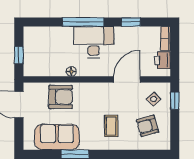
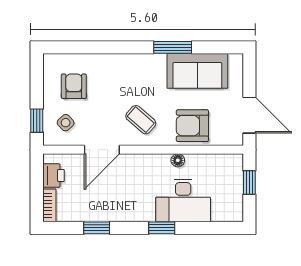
window: (83, 22) -> (162, 228), width x0.46
desk: (94, 42) -> (183, 200), moved
coffee table: (111, 126) -> (141, 120), moved, turned -49
armchair: (148, 126) -> (74, 86), turned -75

